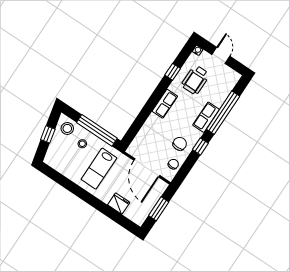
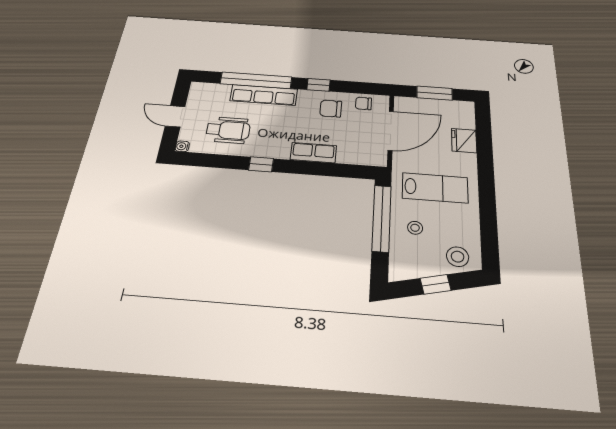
door: (221, 55) -> (175, 116), hinge flipped
window: (173, 72) -> (261, 164), moved
row of seats: (165, 104) -> (313, 153), moved
row of seats: (206, 117) -> (264, 95), width x1.48
stool: (67, 128) -> (458, 257), moved

